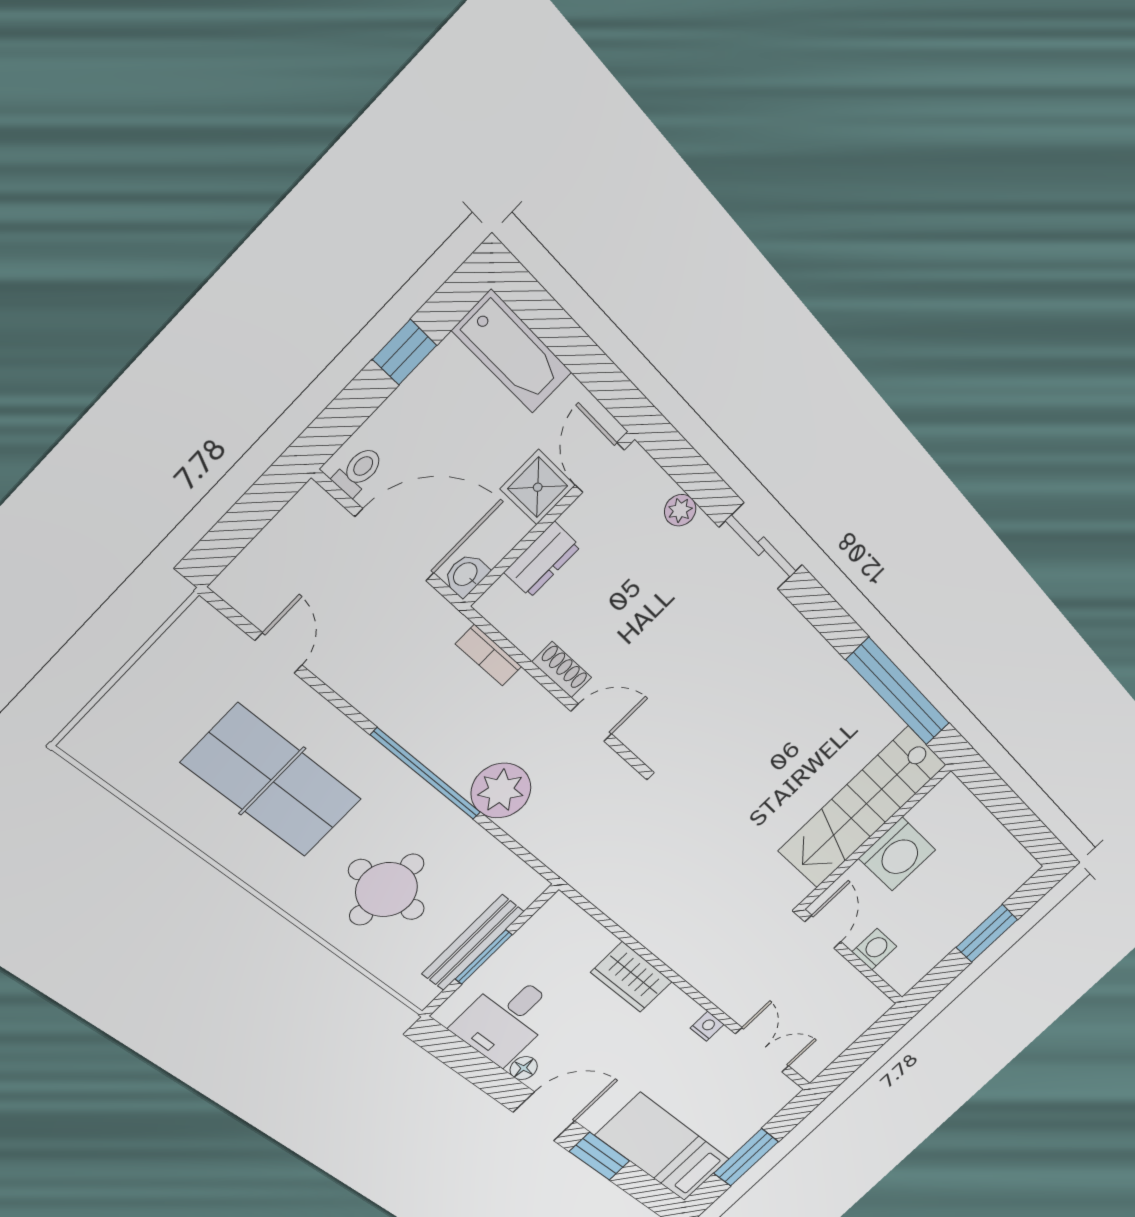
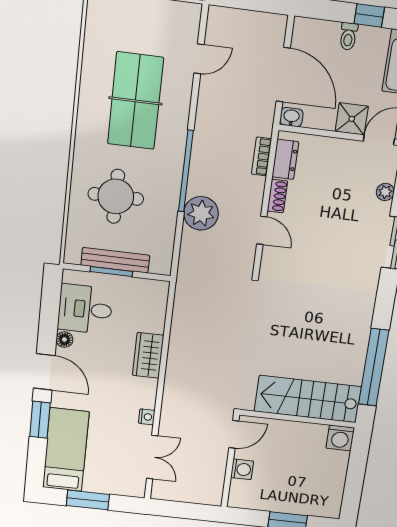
toilet: (358, 471) -> (348, 36), moved, turned 90
dresser: (542, 560) -> (285, 159), moved, turned -90
washing machine: (897, 854) -> (340, 438), moved, width x0.73, depth x0.73

